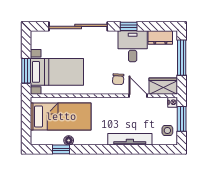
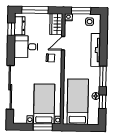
window: (129, 26) -> (11, 29), moved
window: (95, 149) -> (103, 76), added

